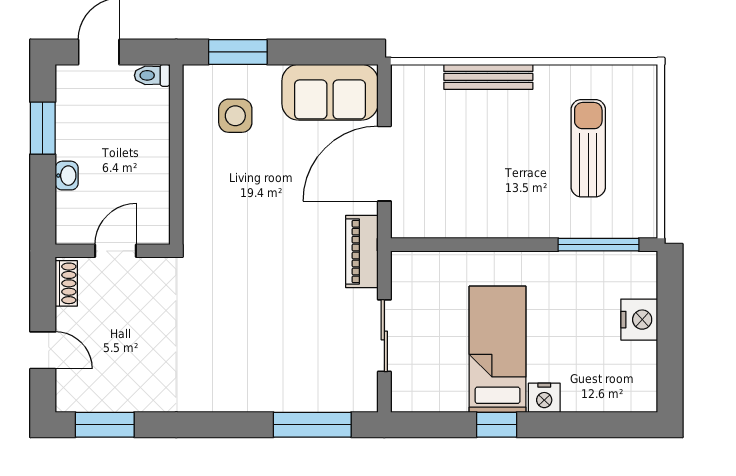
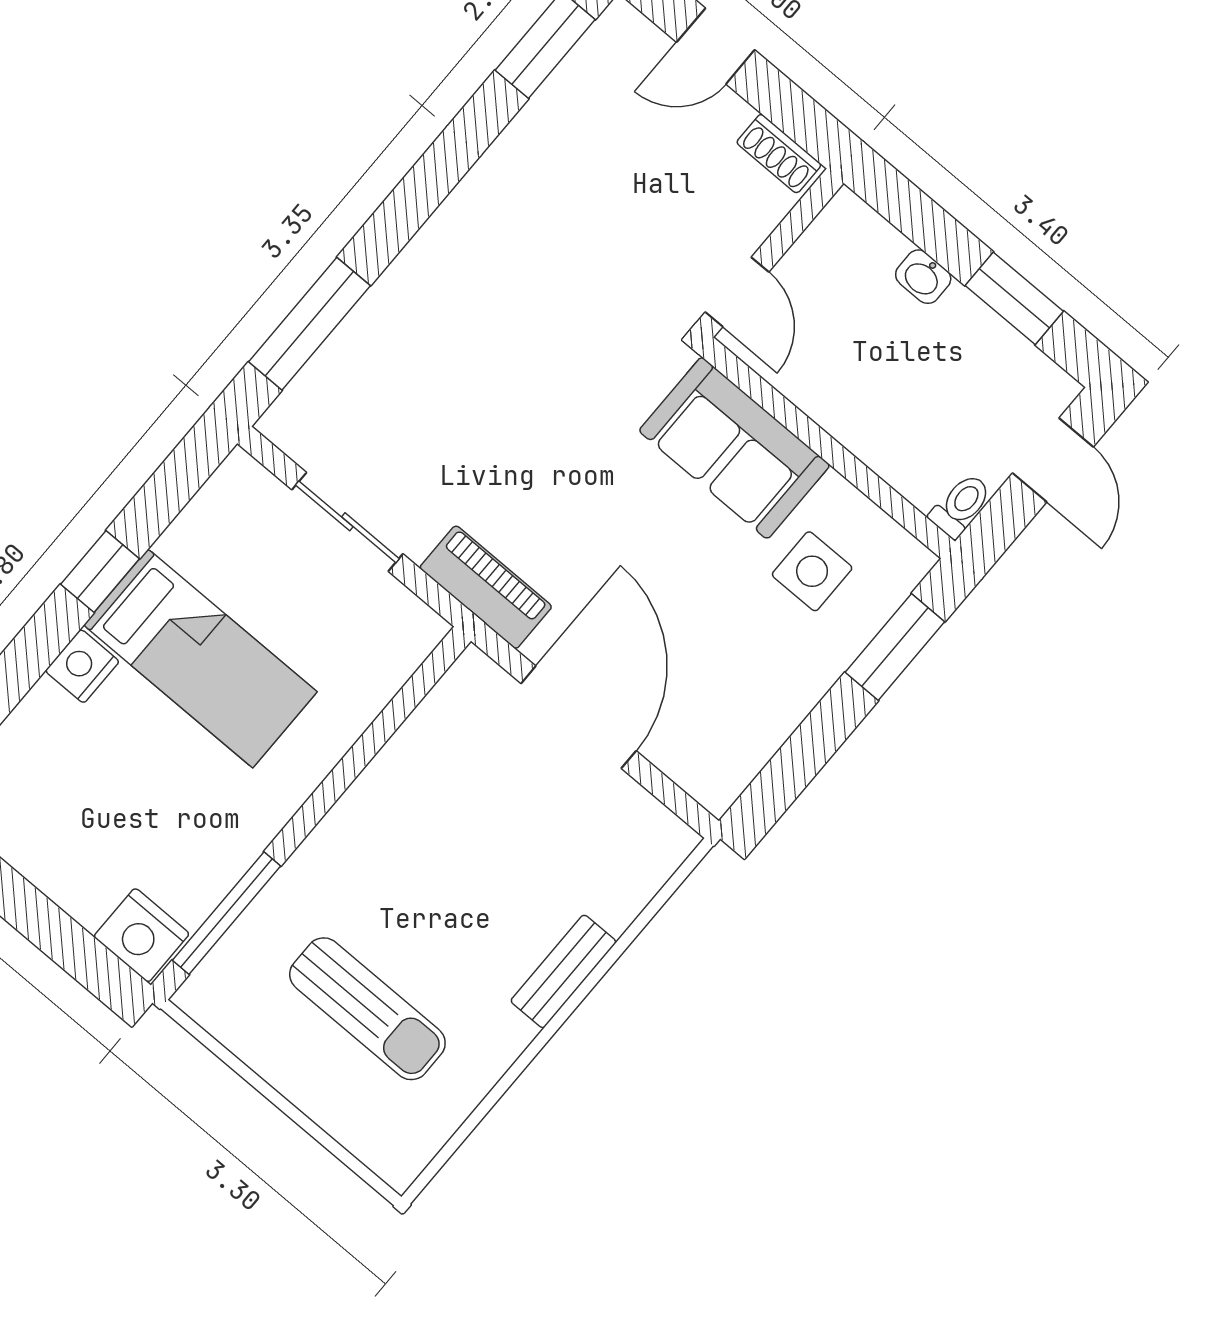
bench: (488, 77) -> (563, 971), width x0.73
sofa: (330, 92) -> (734, 448), moved, turned -90
door: (116, 251) -> (737, 292), moved
nightstand: (639, 320) -> (142, 935), moved

